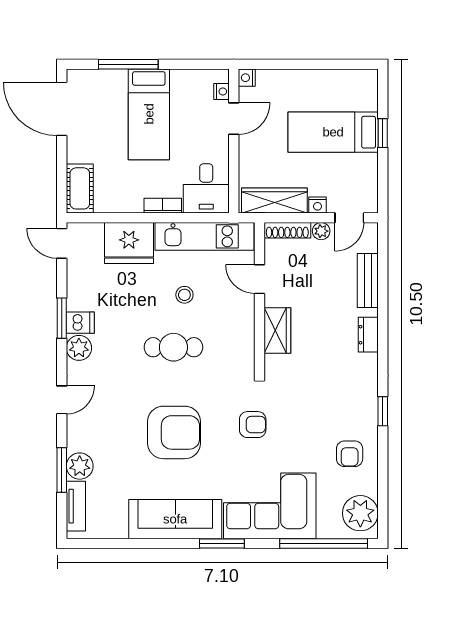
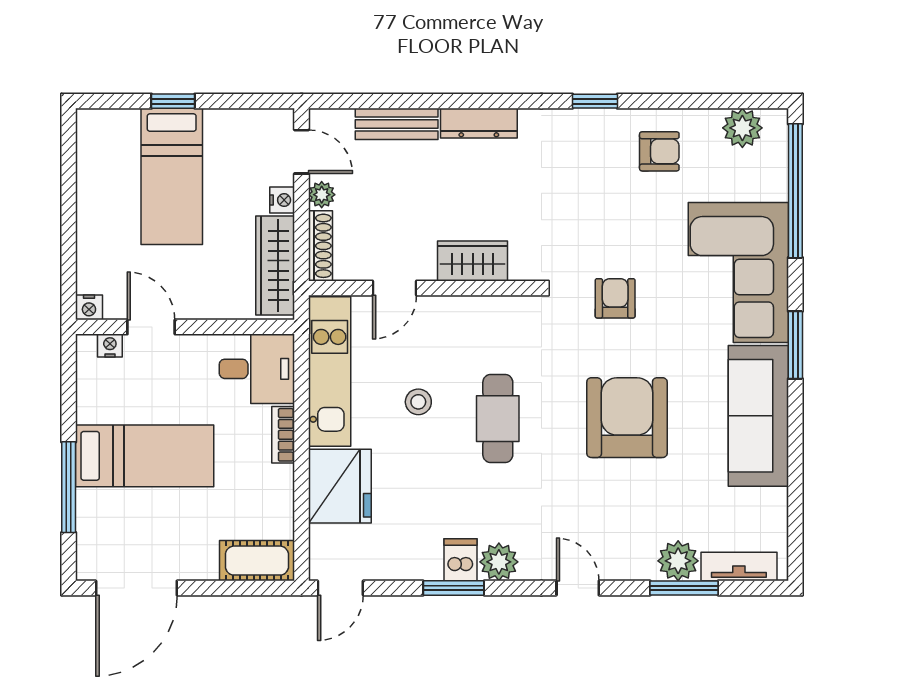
dresser: (368, 335) -> (479, 123), width x1.44
plant: (360, 513) -> (742, 128), width x0.73, depth x0.73

